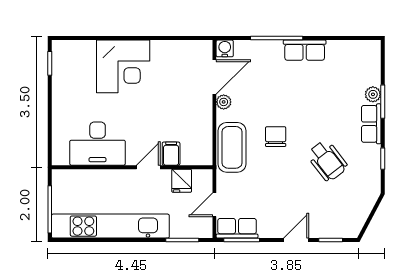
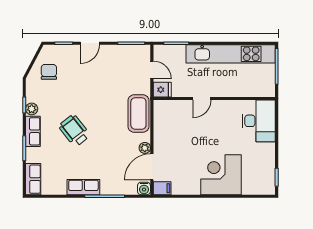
plant: (373, 94) -> (32, 109), moved
chair: (276, 137) -> (49, 72), moved, turned 180
desk: (98, 144) -> (259, 121), moved, turned 90
filing cabinet: (171, 154) -> (162, 188), moved, turned -90
wheelchair: (327, 161) -> (74, 131), moved
fridge: (182, 181) -> (162, 90), moved, turned 90
door: (214, 205) -> (152, 70), hinge flipped
row of seats: (237, 228) -> (33, 179), moved, turned -90

